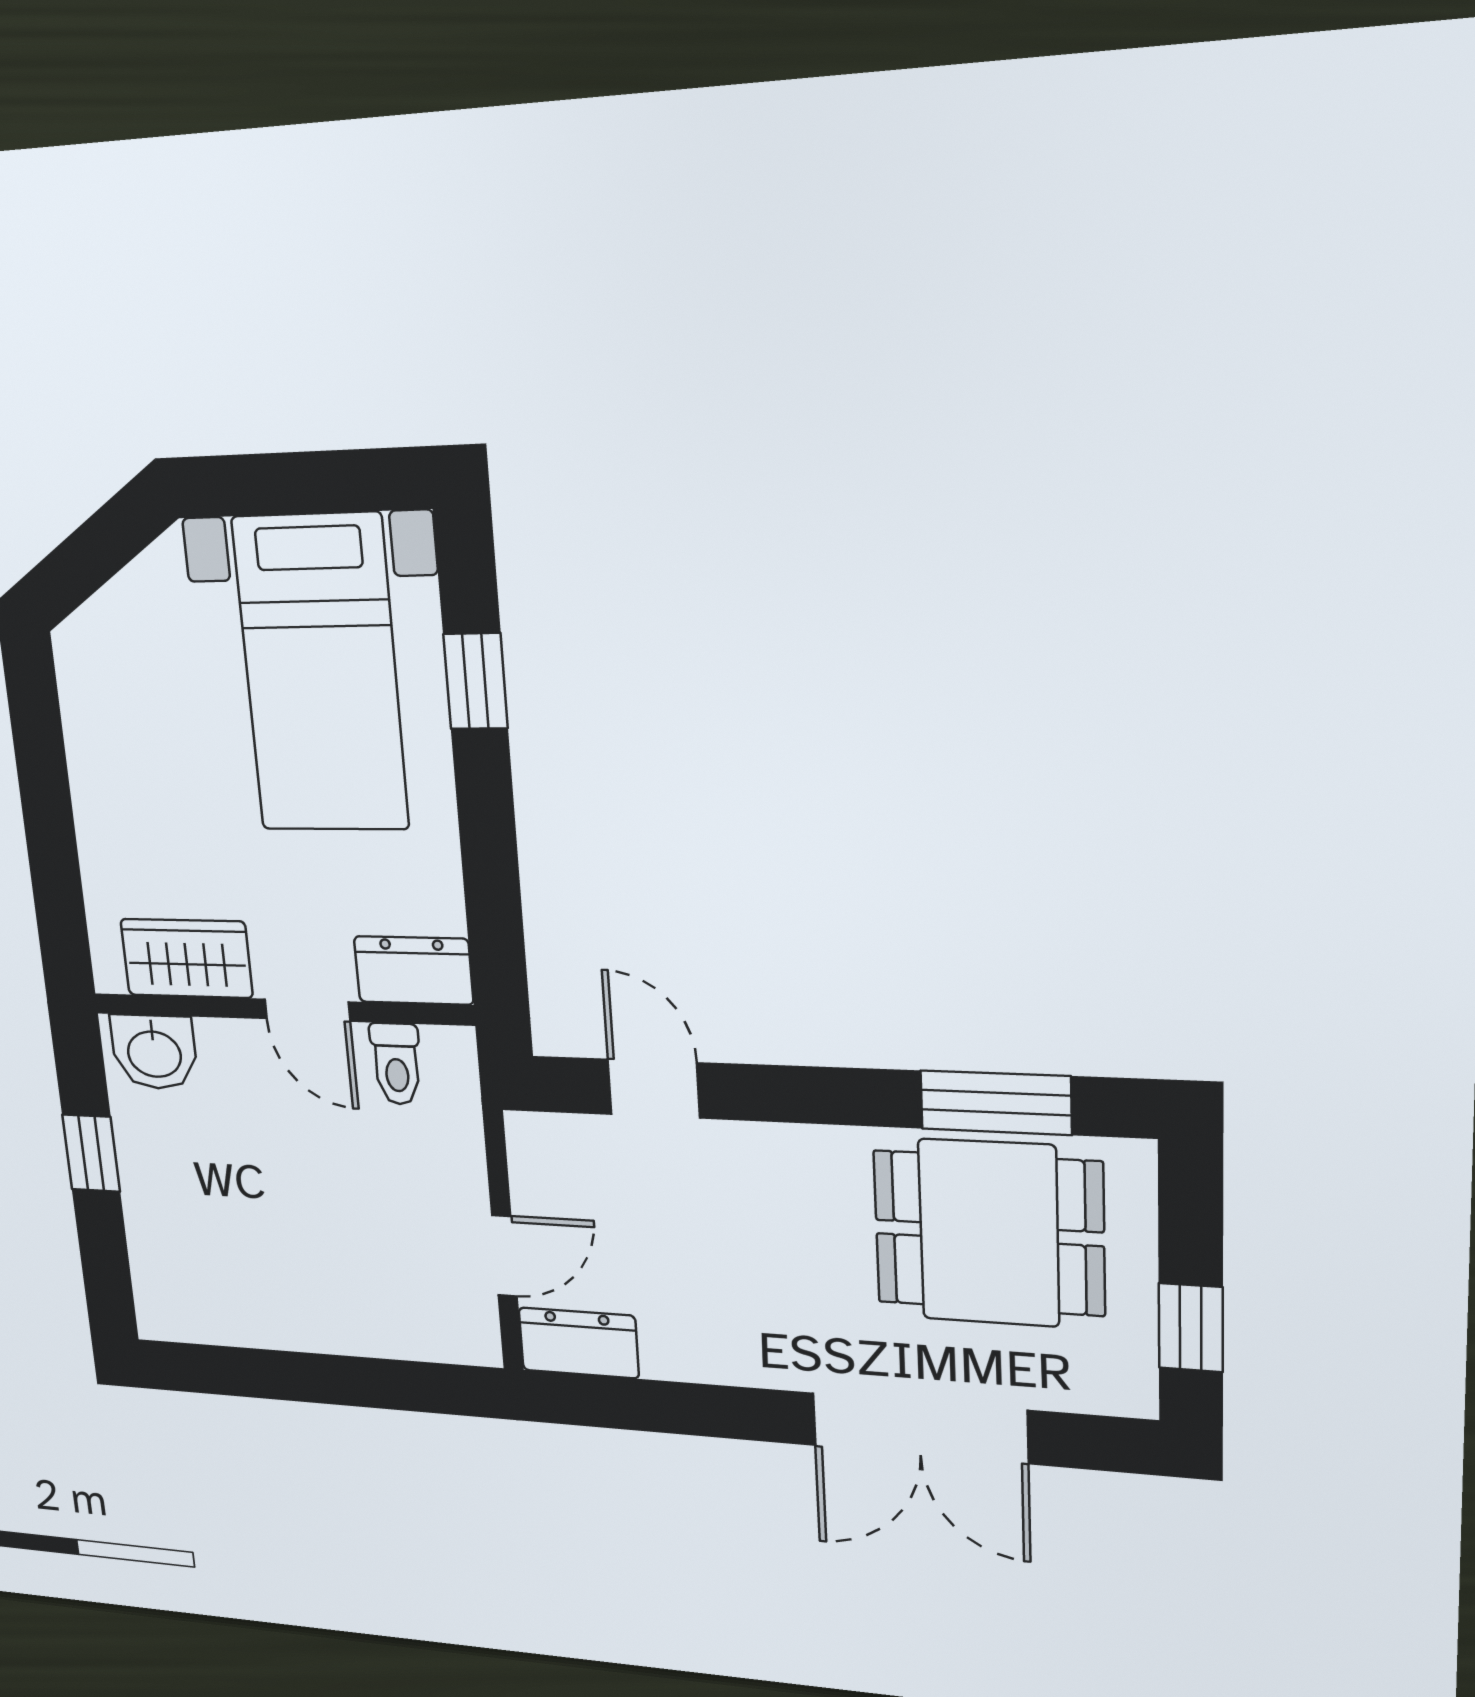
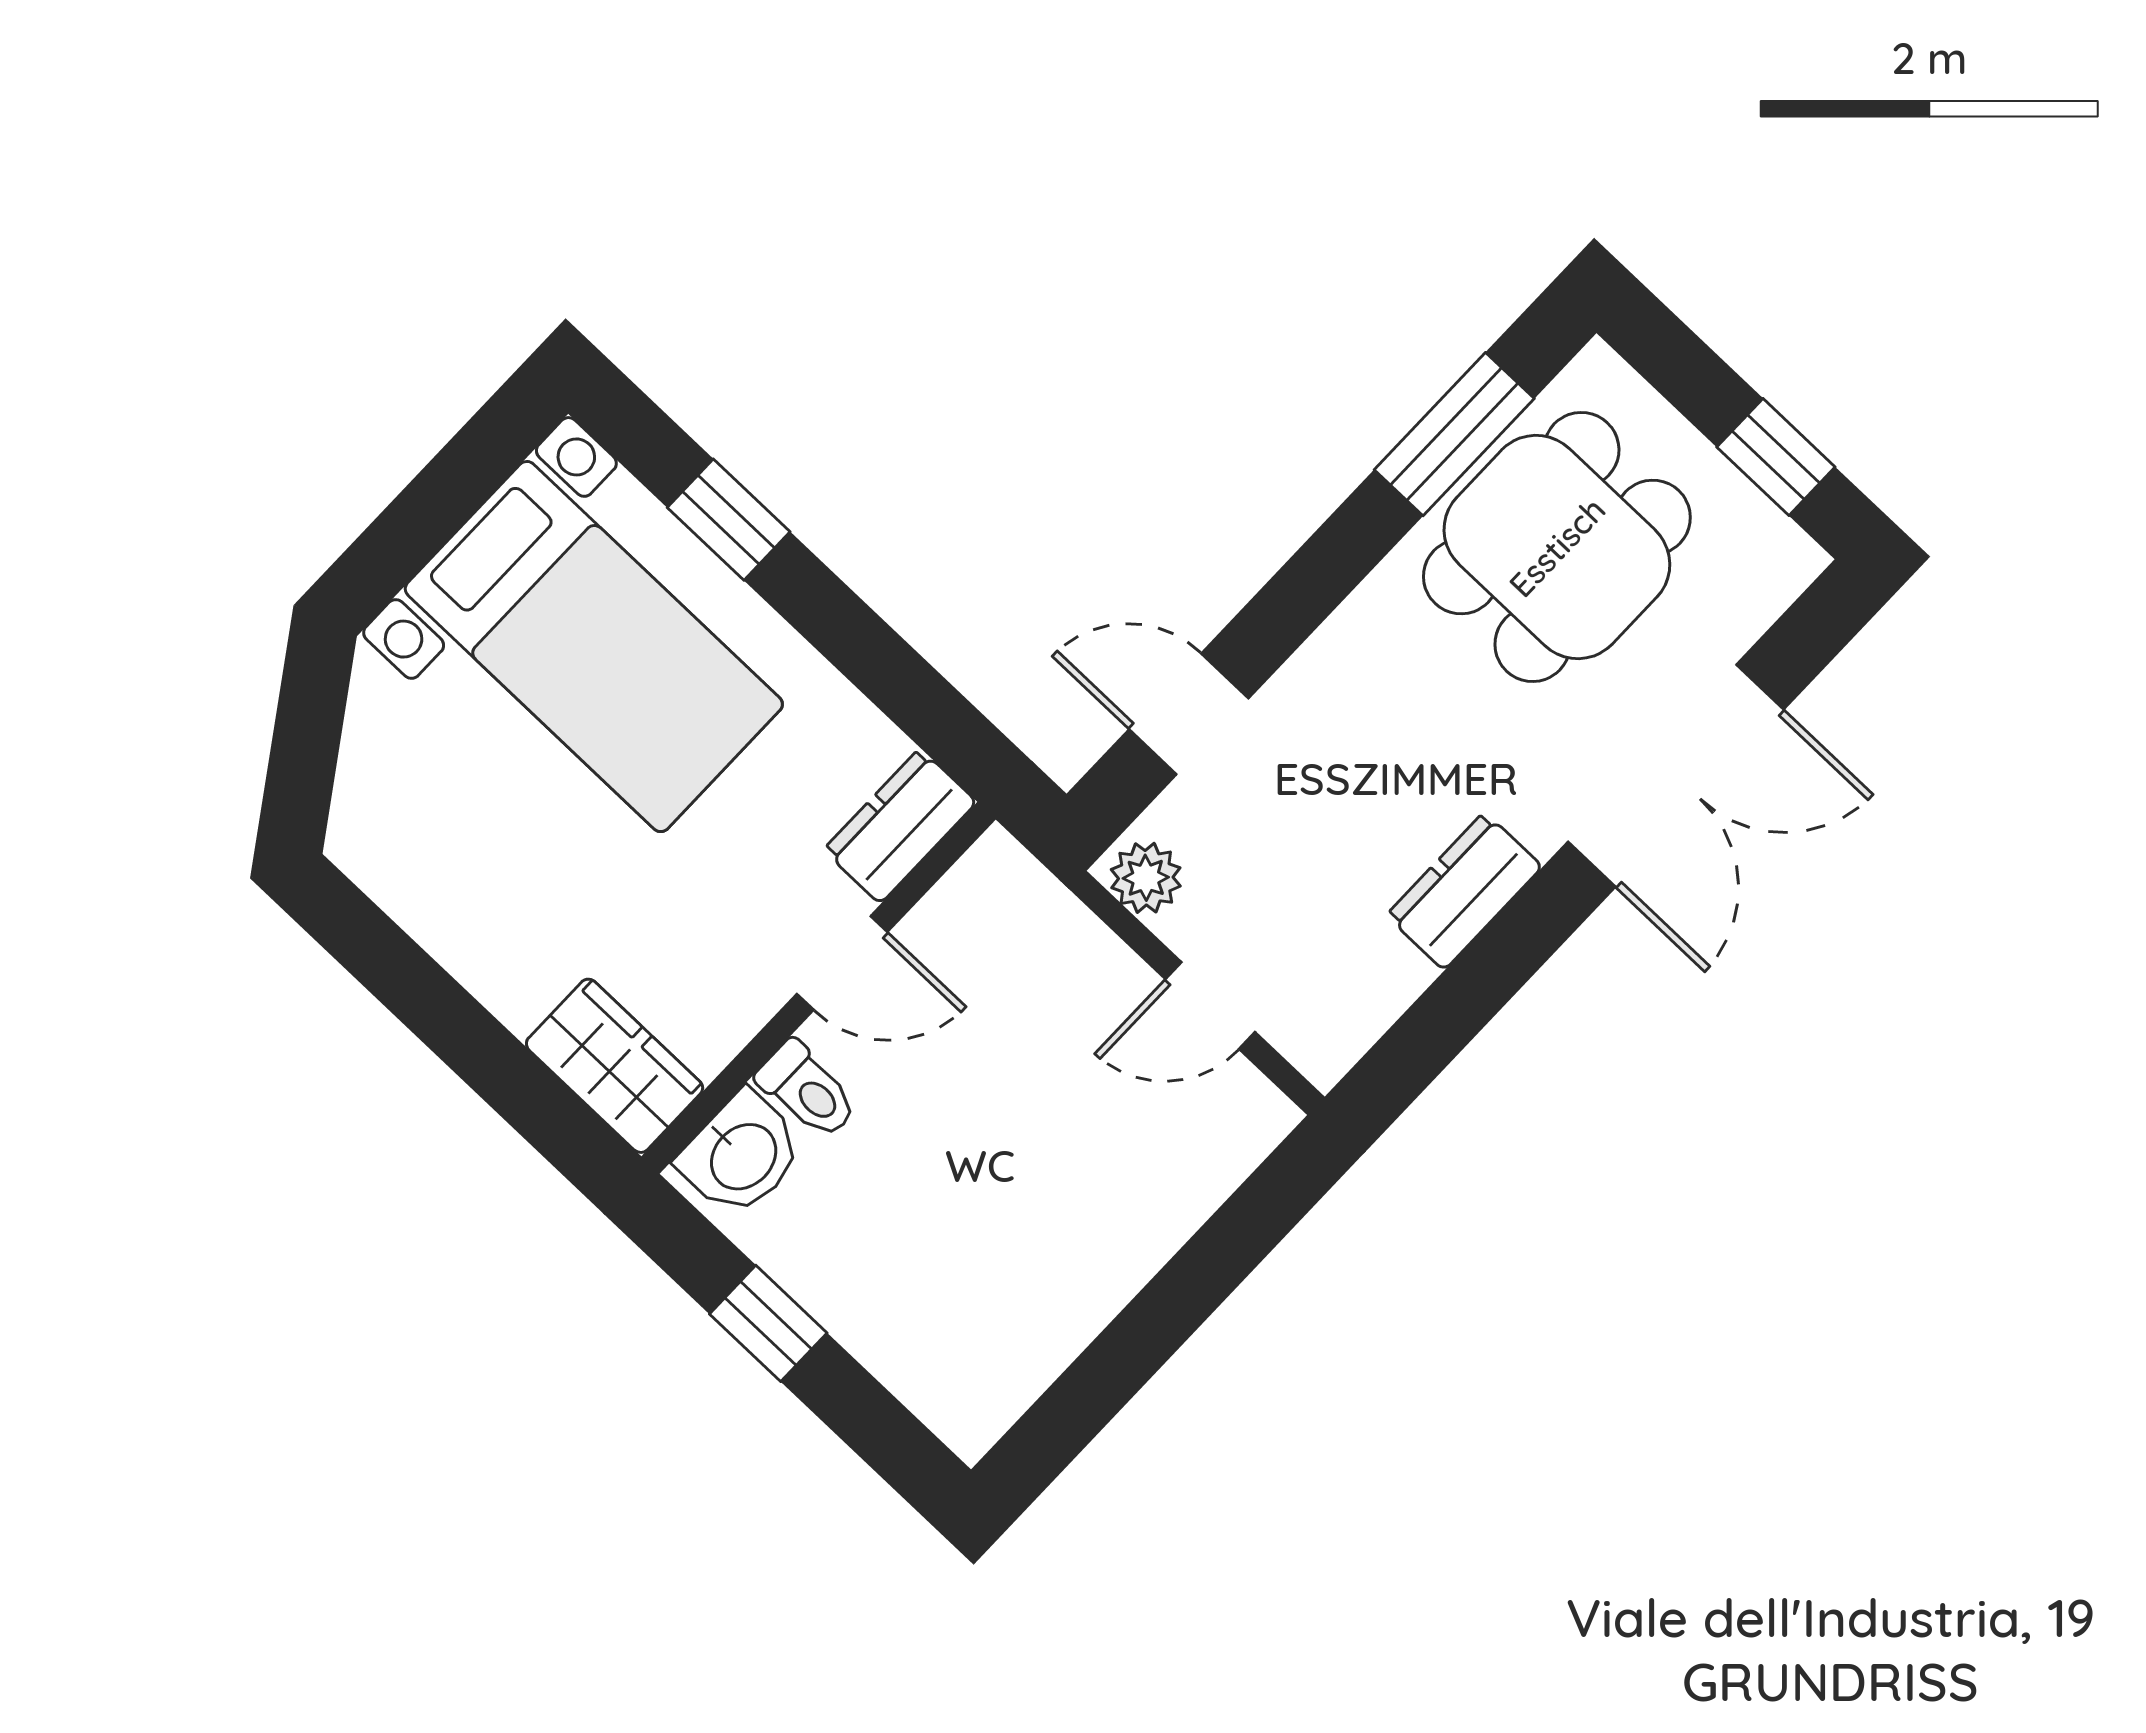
wardrobe: (186, 958) -> (615, 1066), moved, turned 90
toilet: (396, 1064) -> (807, 1090), moved
plant: (535, 1150) -> (1146, 878), added
door: (504, 1256) -> (1210, 1006), swing flipped
dresser: (579, 1343) -> (1464, 891), moved

